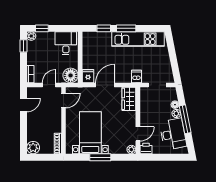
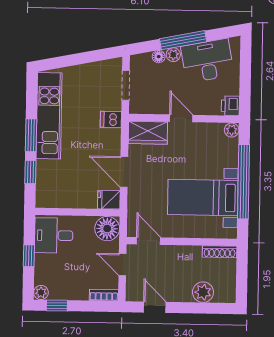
window: (42, 28) -> (29, 256), moved
door: (138, 134) -> (181, 118), moved
plant: (33, 148) -> (203, 292), moved
window: (100, 157) -> (243, 182), width x2.11

